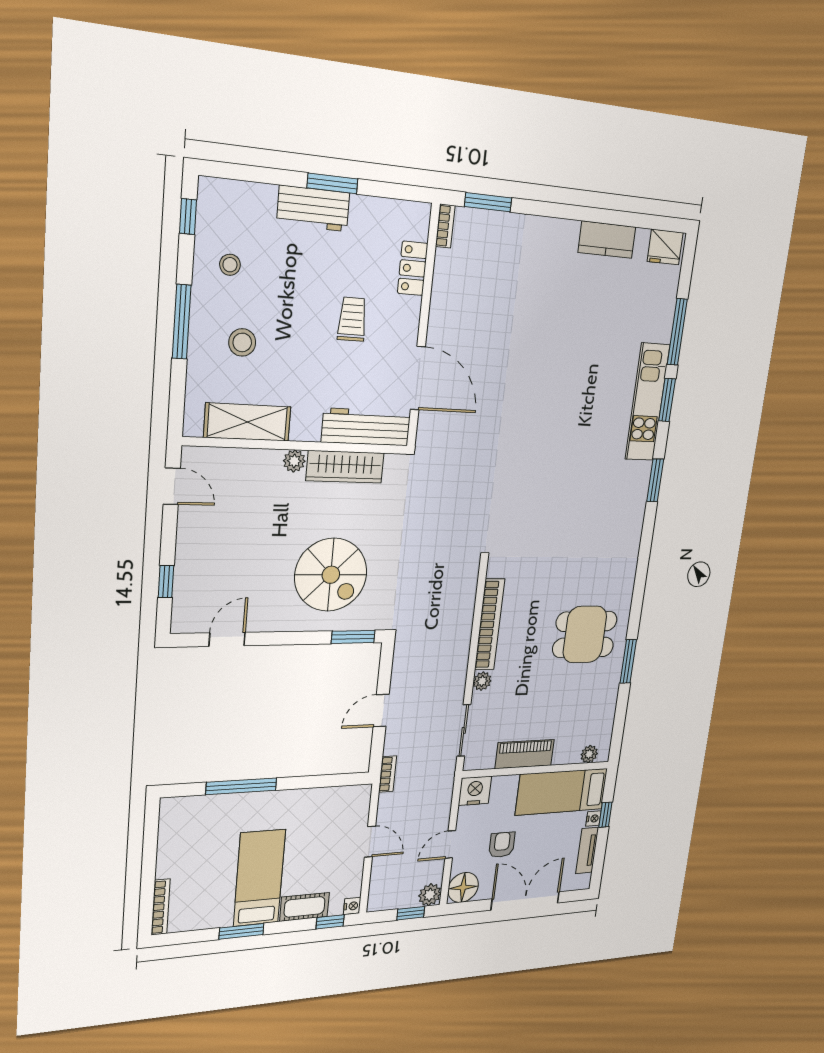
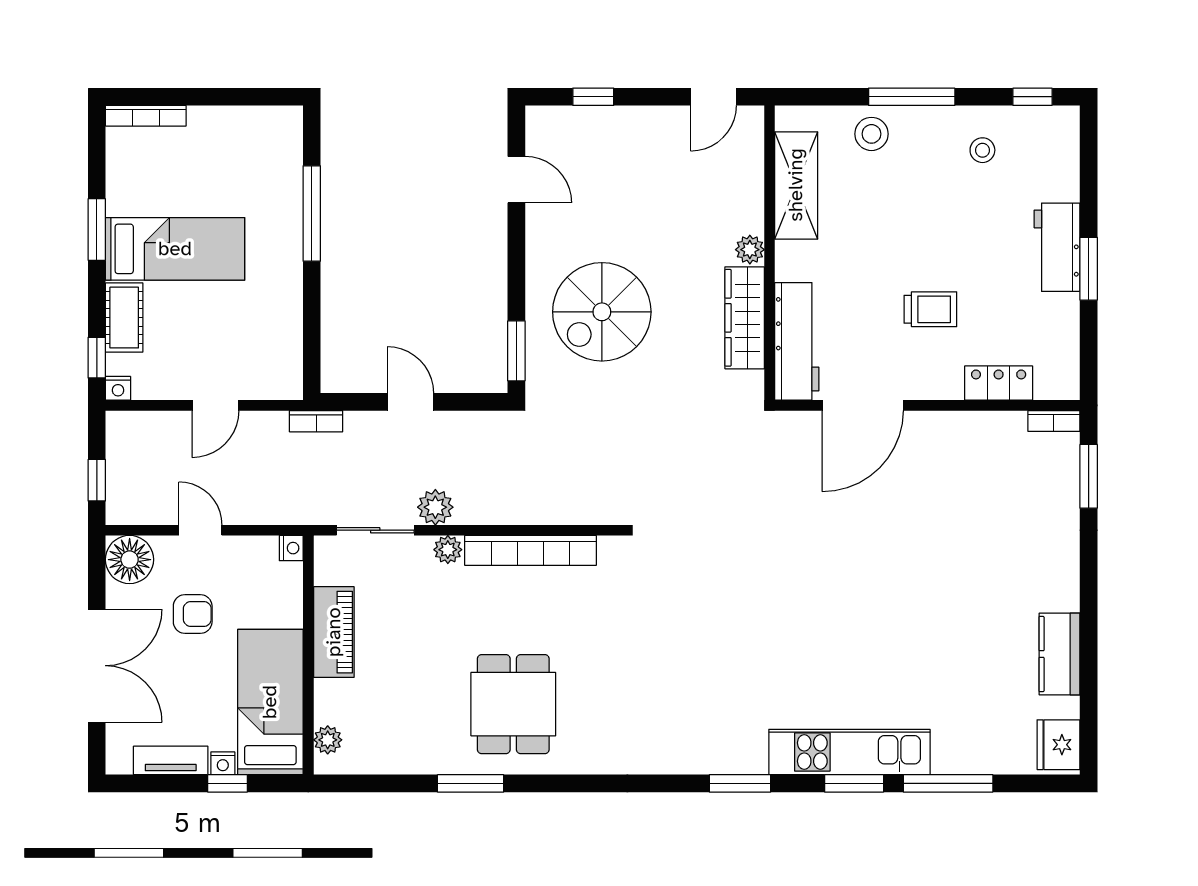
stool: (242, 342) -> (871, 134), moved
nightstand: (475, 791) -> (291, 548), width x0.53, depth x0.56
plant: (430, 895) -> (435, 507), moved

